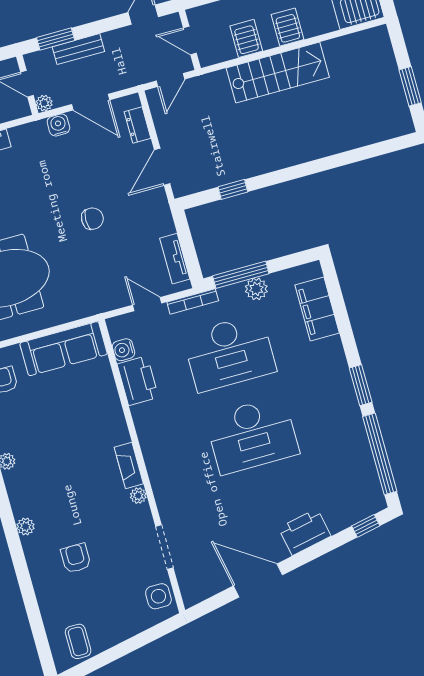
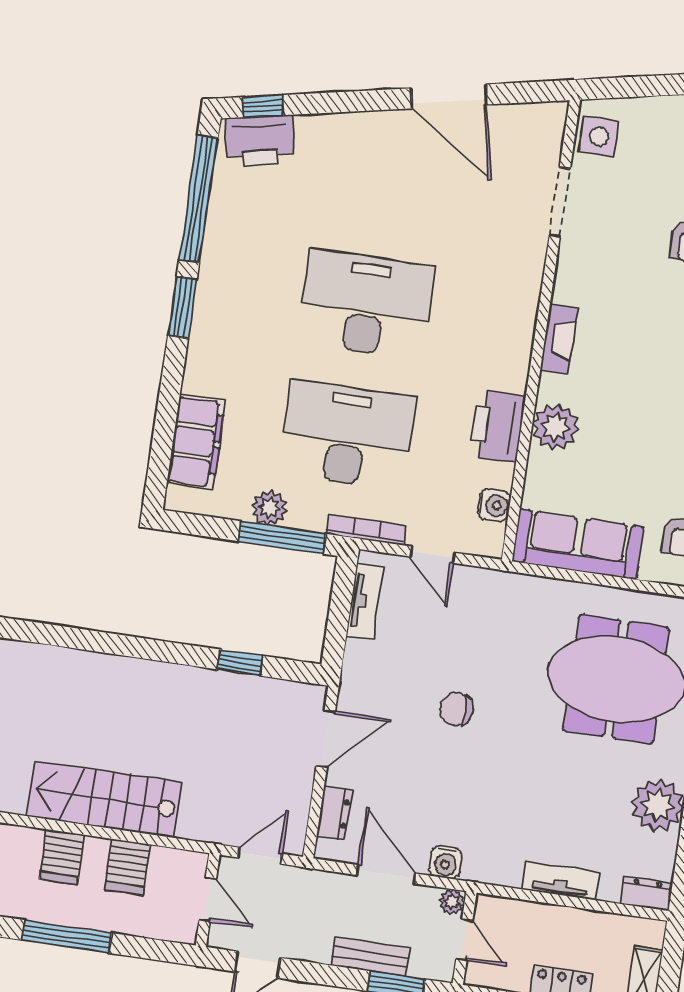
printer: (138, 381) -> (497, 426), moved
plant: (138, 496) -> (555, 427), moved, width x1.87, depth x1.87
printer: (305, 532) -> (260, 140), moved

